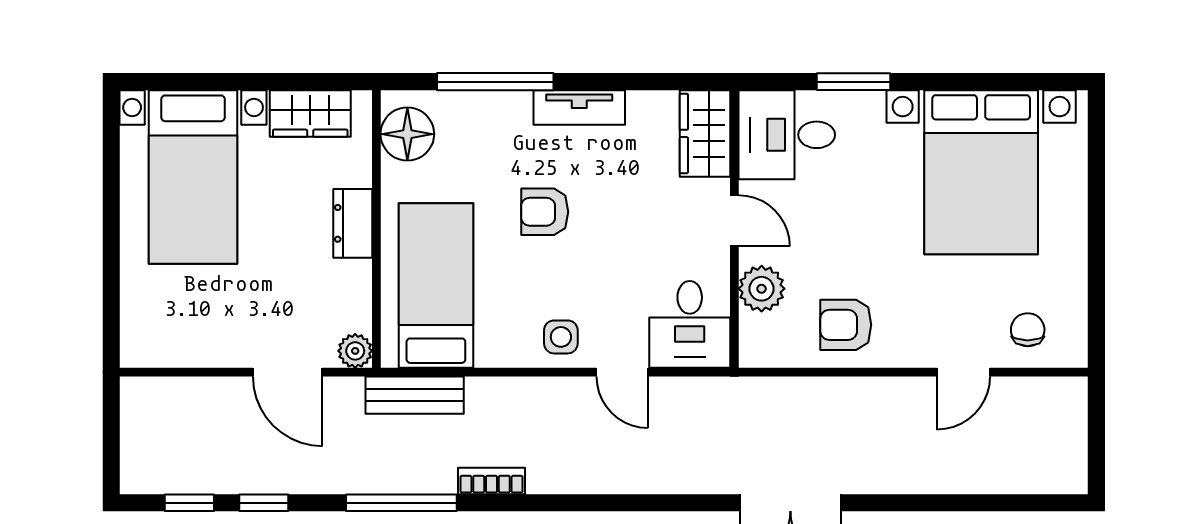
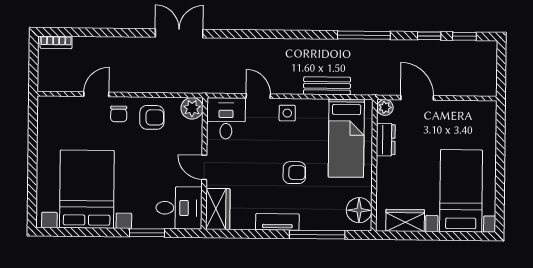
dresser: (353, 223) -> (386, 140), moved
plant: (762, 289) -> (192, 108), moved
chair: (1028, 330) -> (119, 114), moved
bench: (415, 395) -> (327, 86), moved
bookcase: (492, 481) -> (56, 42), moved

